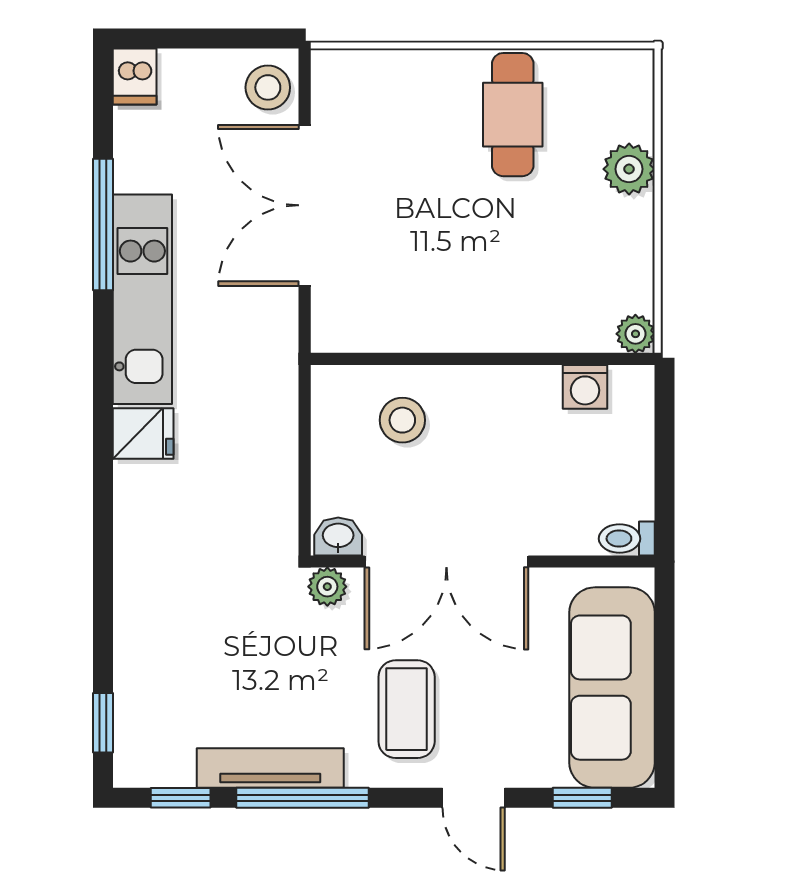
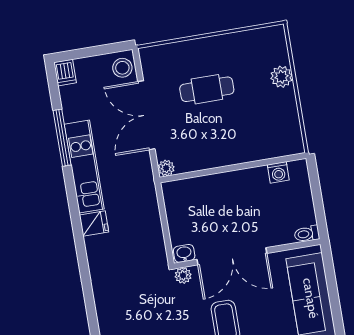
cafe table: (513, 115) -> (207, 89), moved, turned 90
plant: (635, 334) -> (166, 168), moved
stool: (402, 420) -> (203, 199), removed

